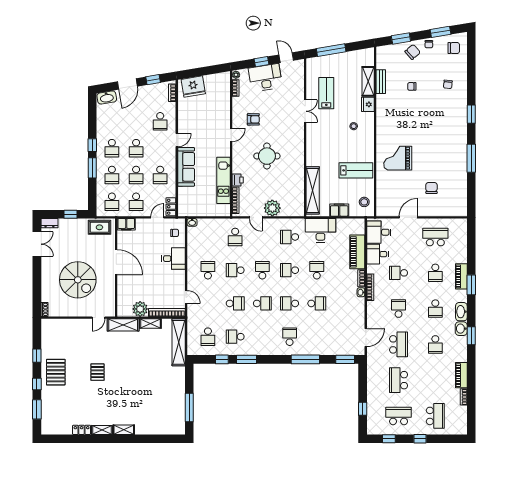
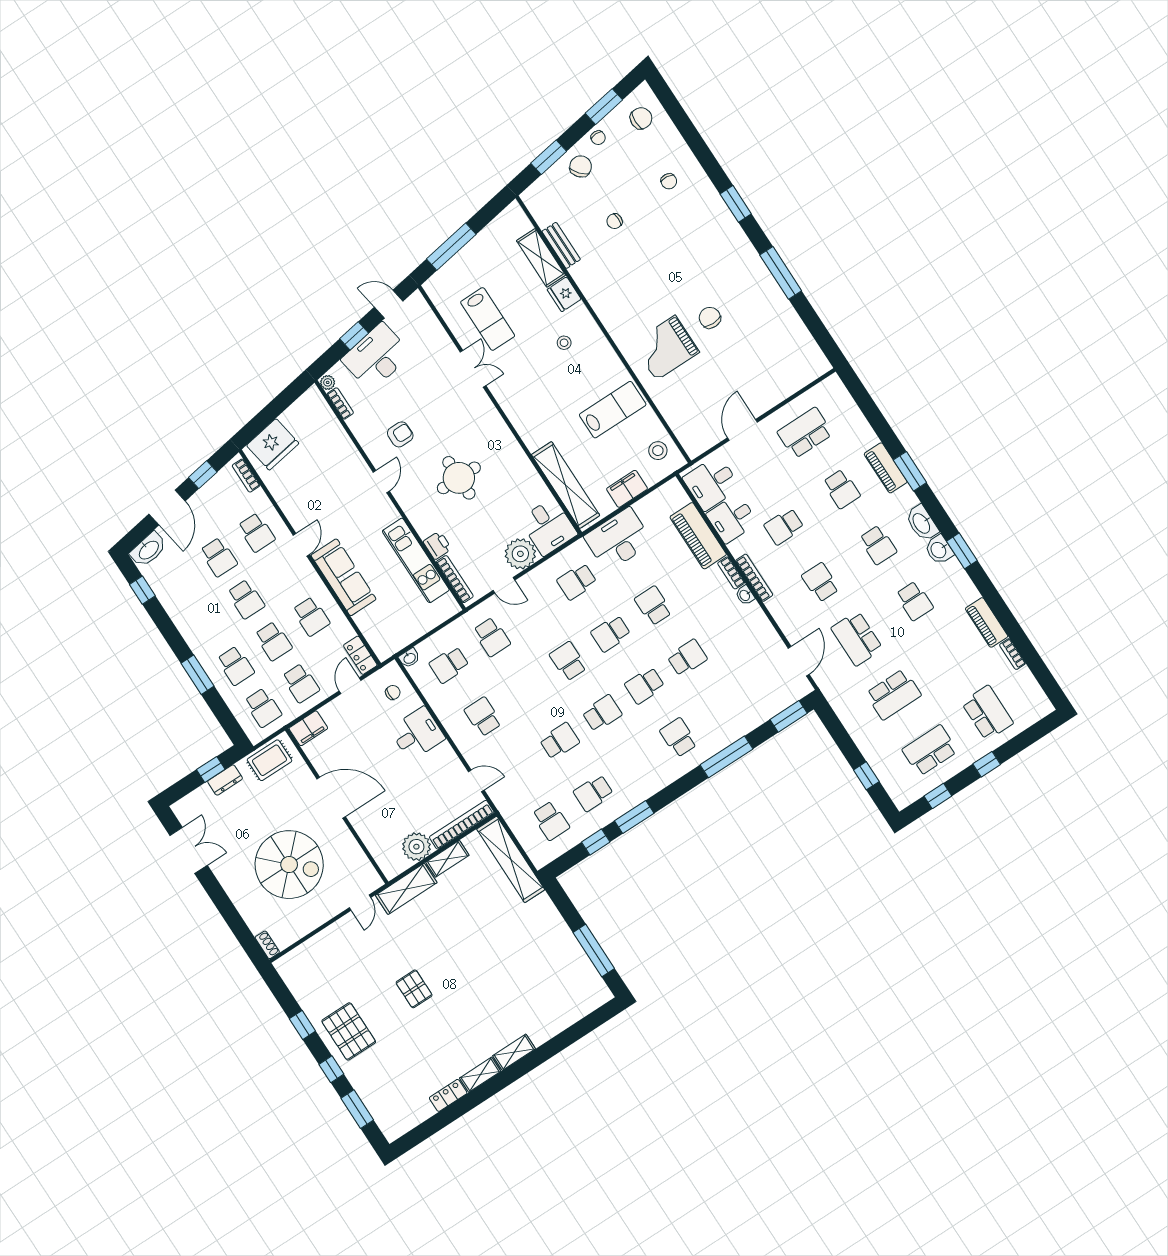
lab bench: (326, 93) -> (488, 319), turned 180
window: (92, 145) -> (142, 590), moved
school desk: (112, 148) -> (219, 557), moved
chair: (431, 188) -> (710, 318), moved
desk: (293, 204) -> (548, 527), added
dresser: (49, 223) -> (225, 780), moved
school desk: (235, 270) -> (449, 665), moved
school desk: (399, 344) -> (857, 638), turned 180
school desk: (399, 380) -> (893, 694), turned -90

